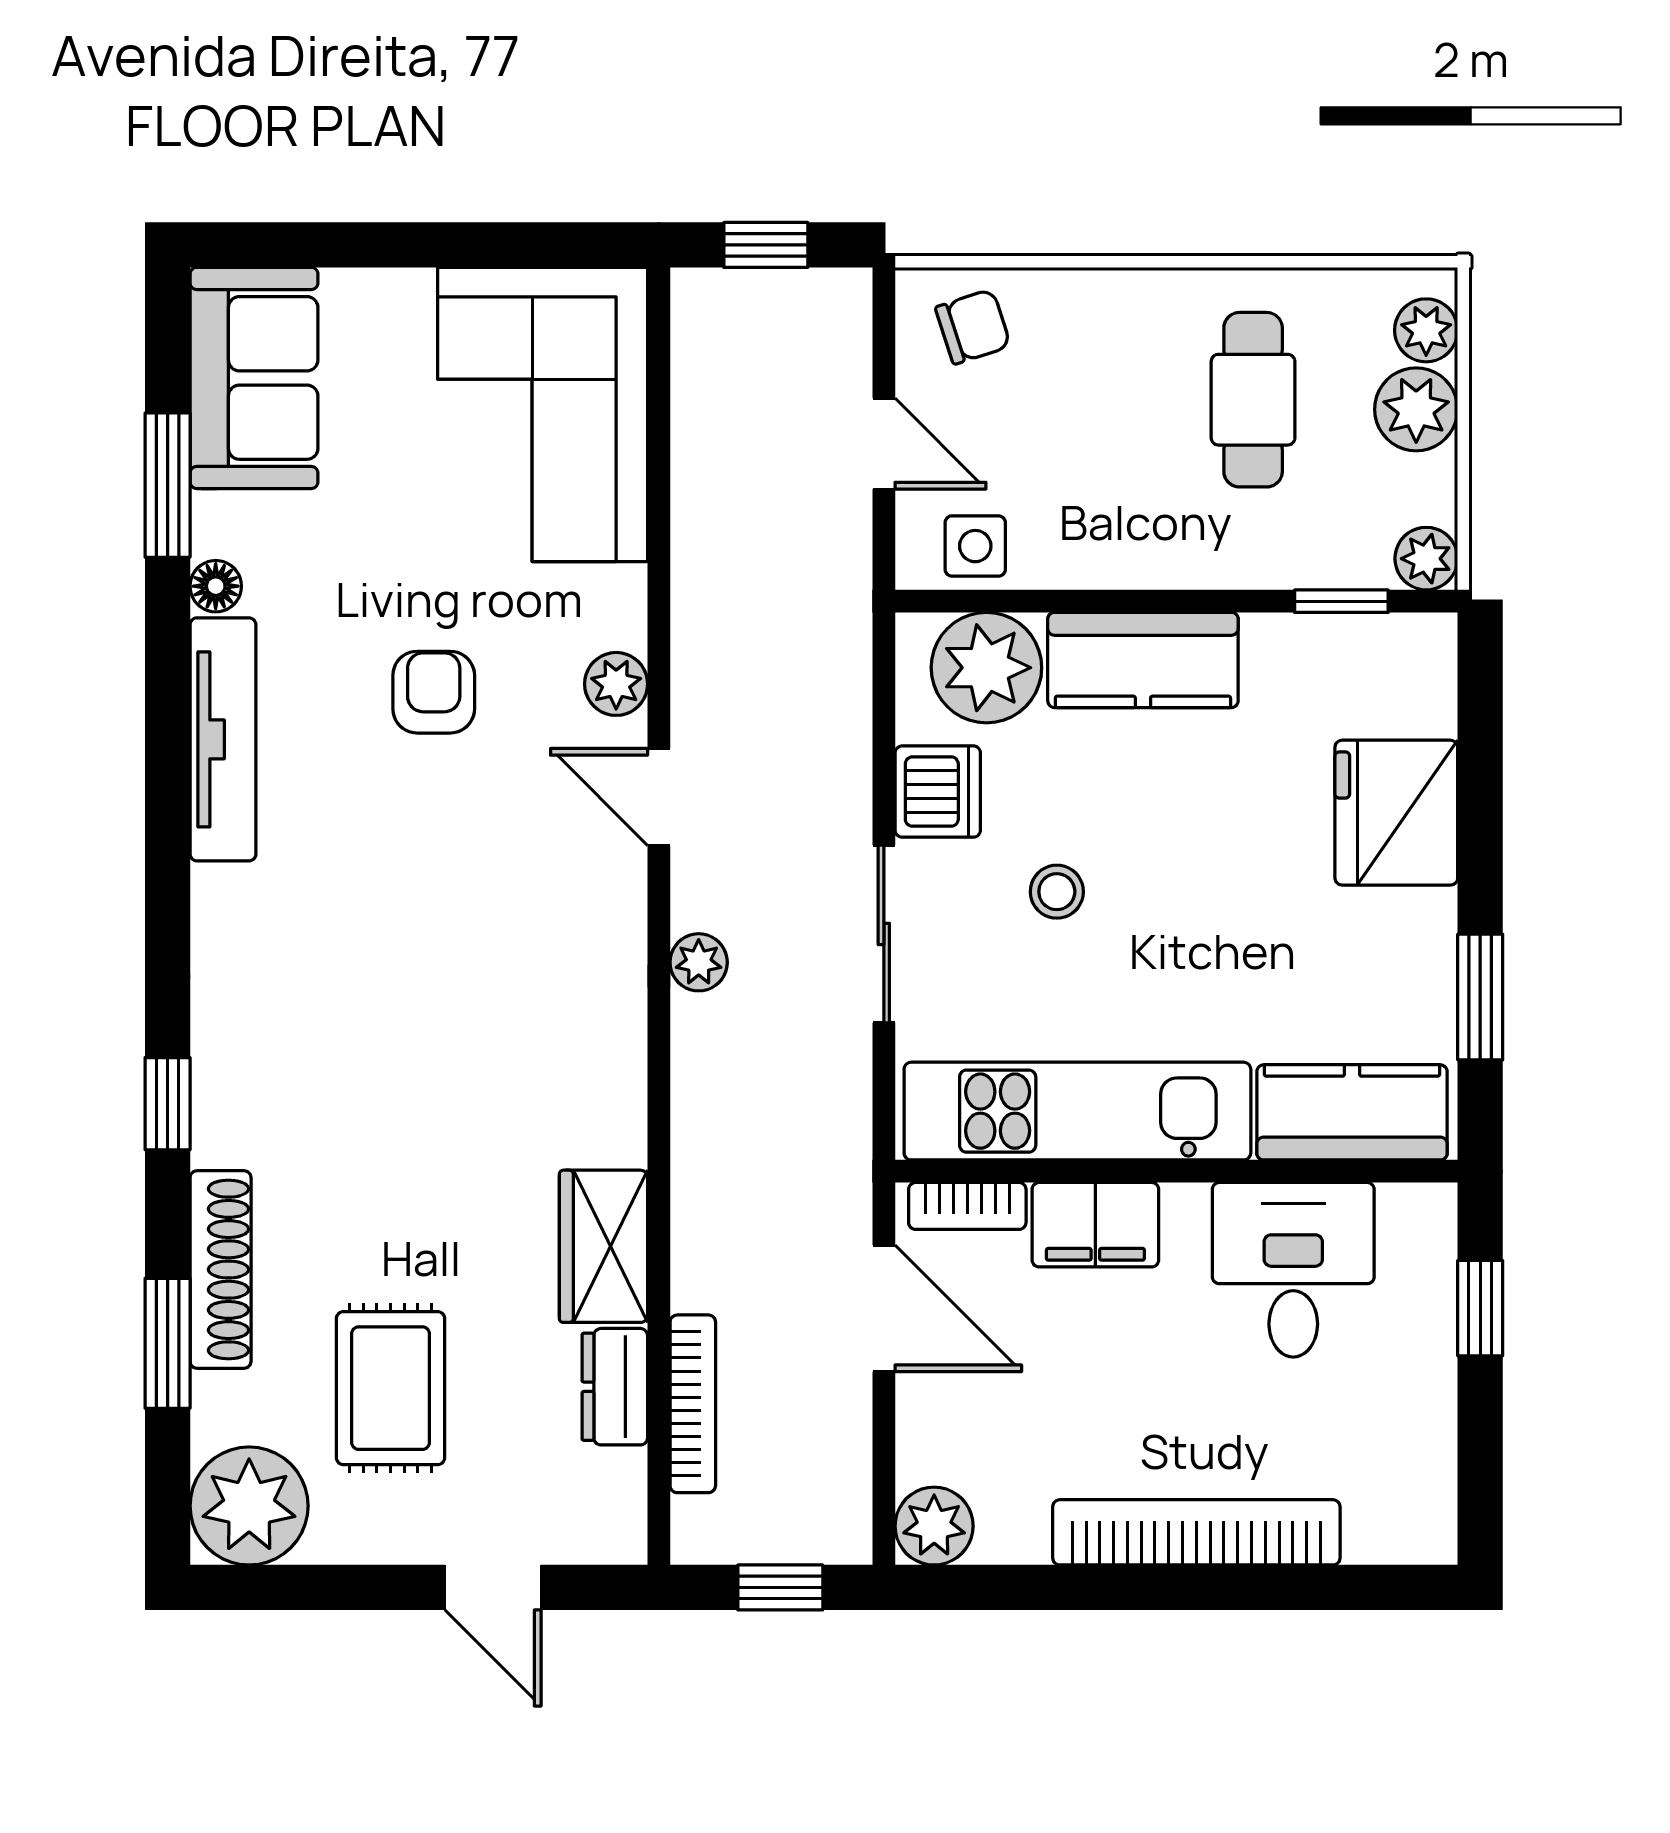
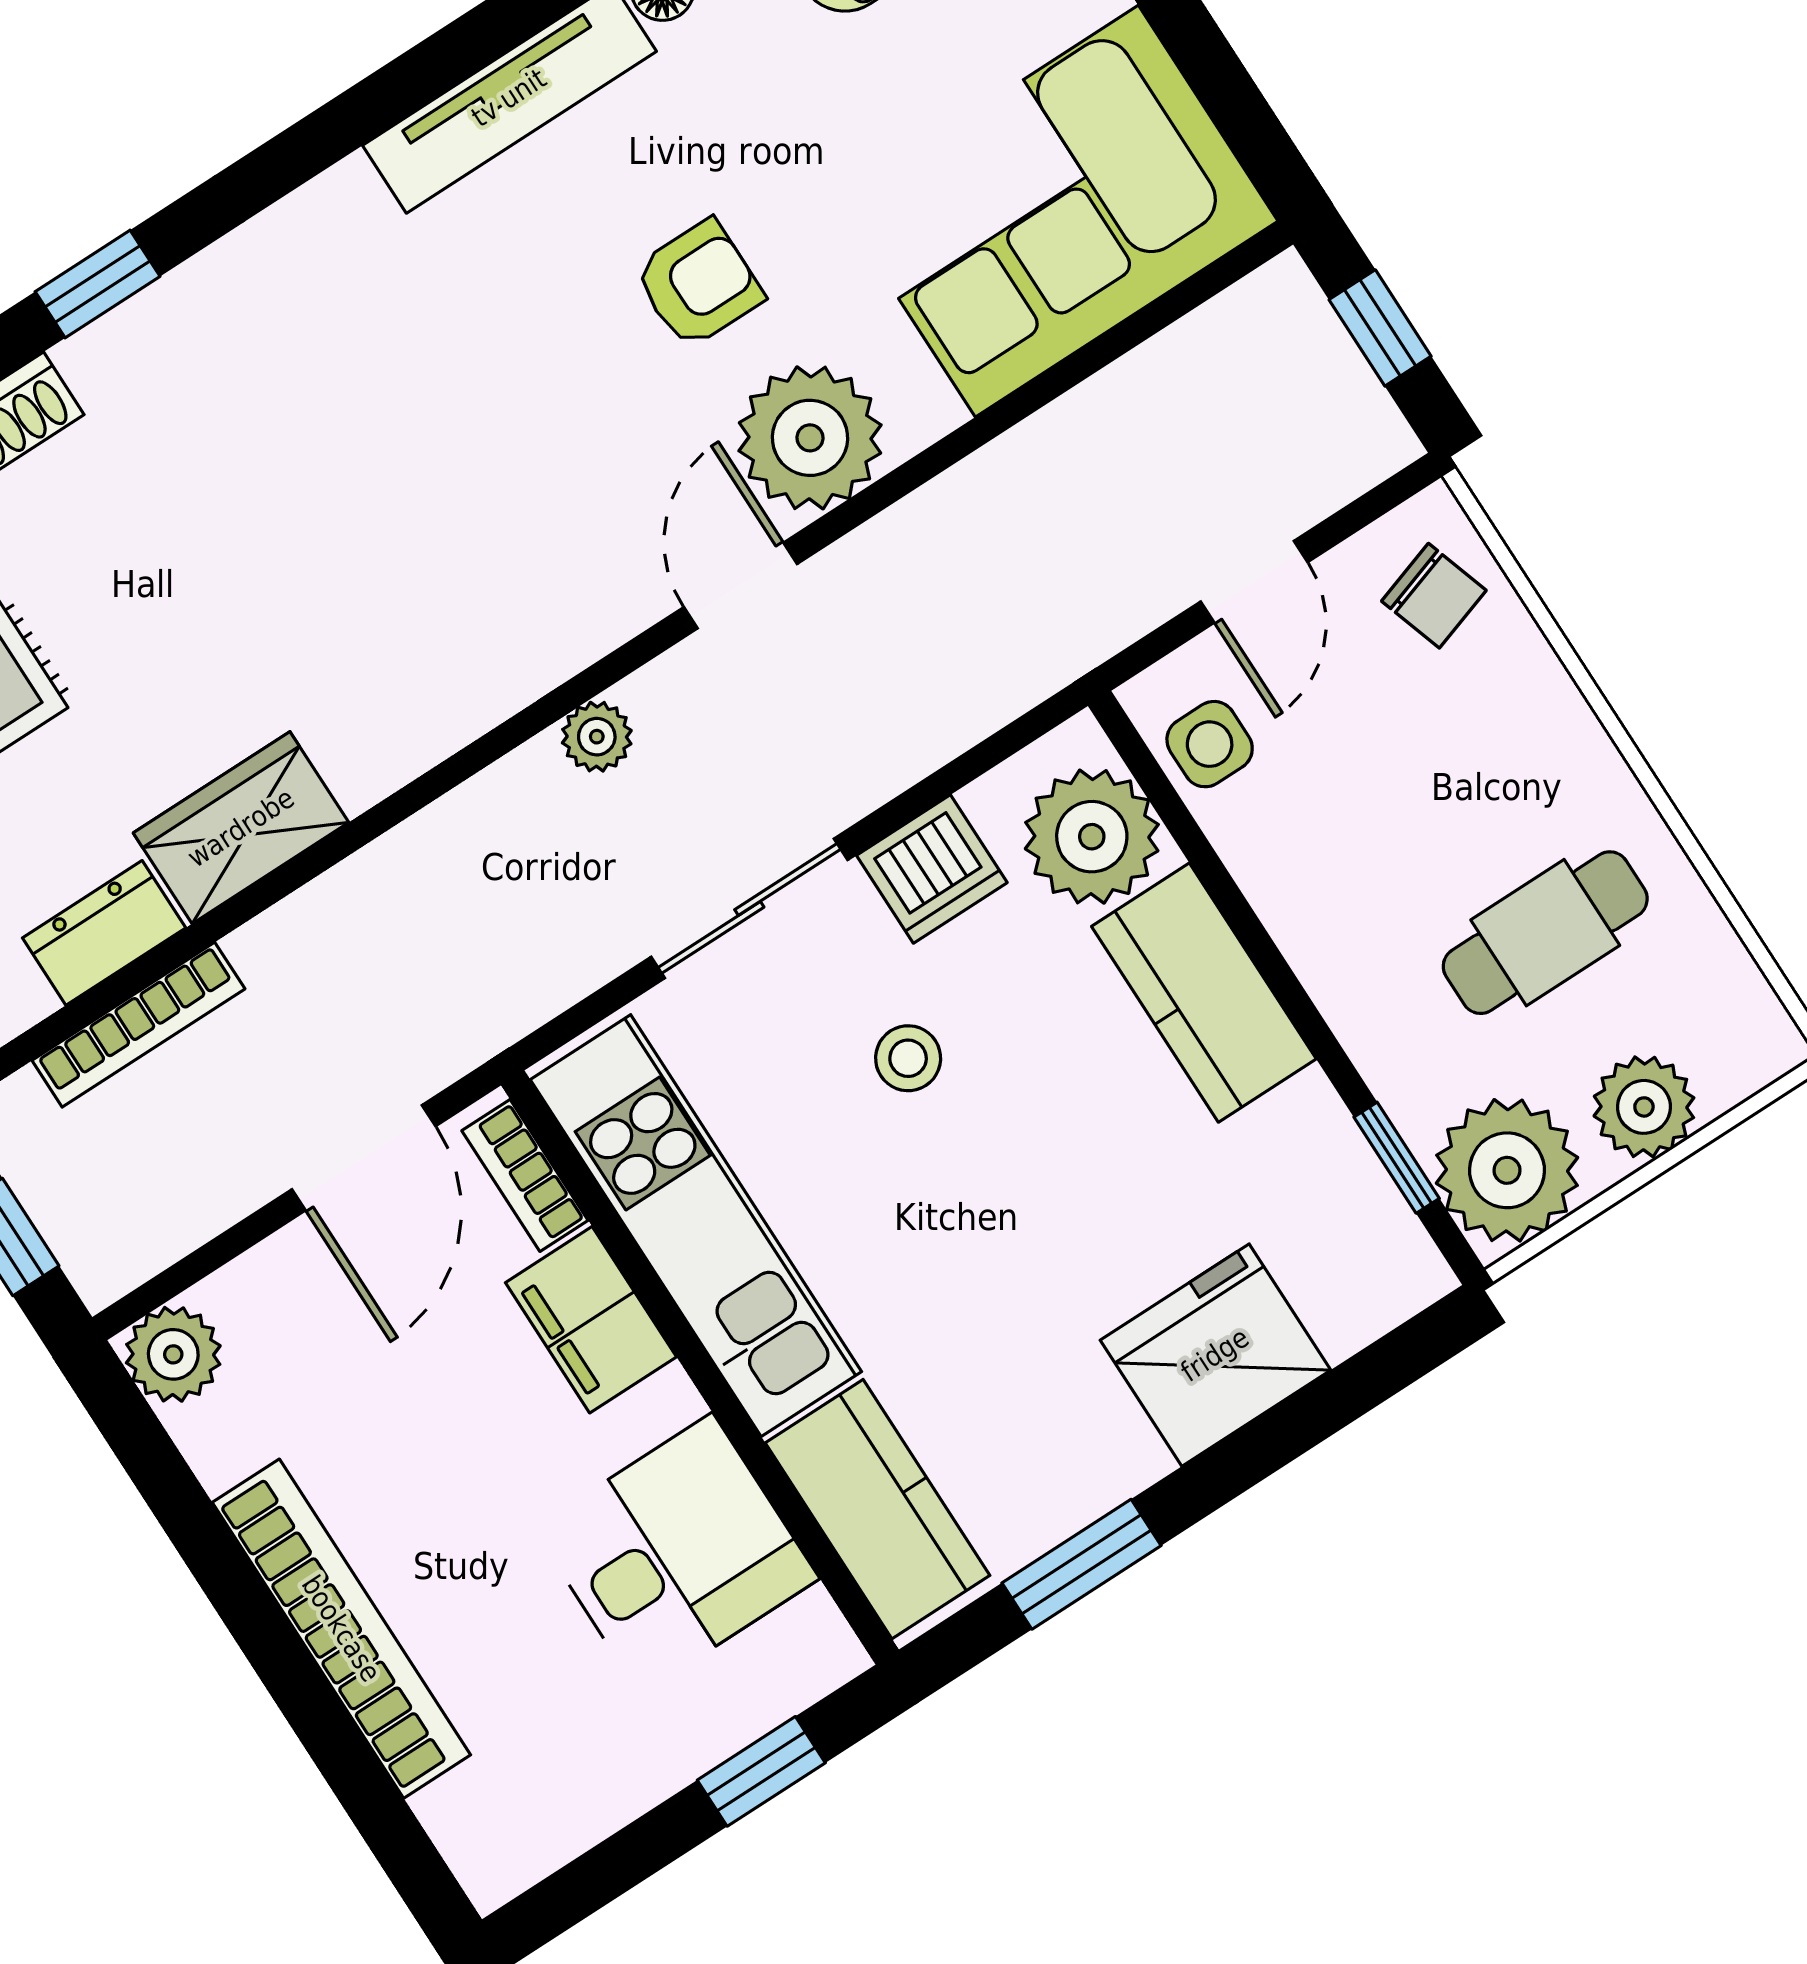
plant: (1426, 330) -> (1732, 1065), removed
plant: (1426, 559) -> (1507, 1170), width x1.88, depth x1.88
plant: (616, 684) -> (810, 438), width x1.88, depth x1.88

